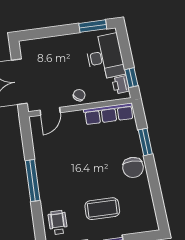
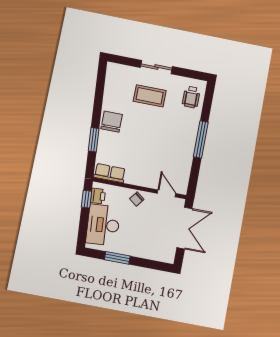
window: (93, 26) -> (117, 258), moved
door: (50, 111) -> (166, 193), hinge flipped
row of seats: (109, 114) -> (110, 173), width x0.68

